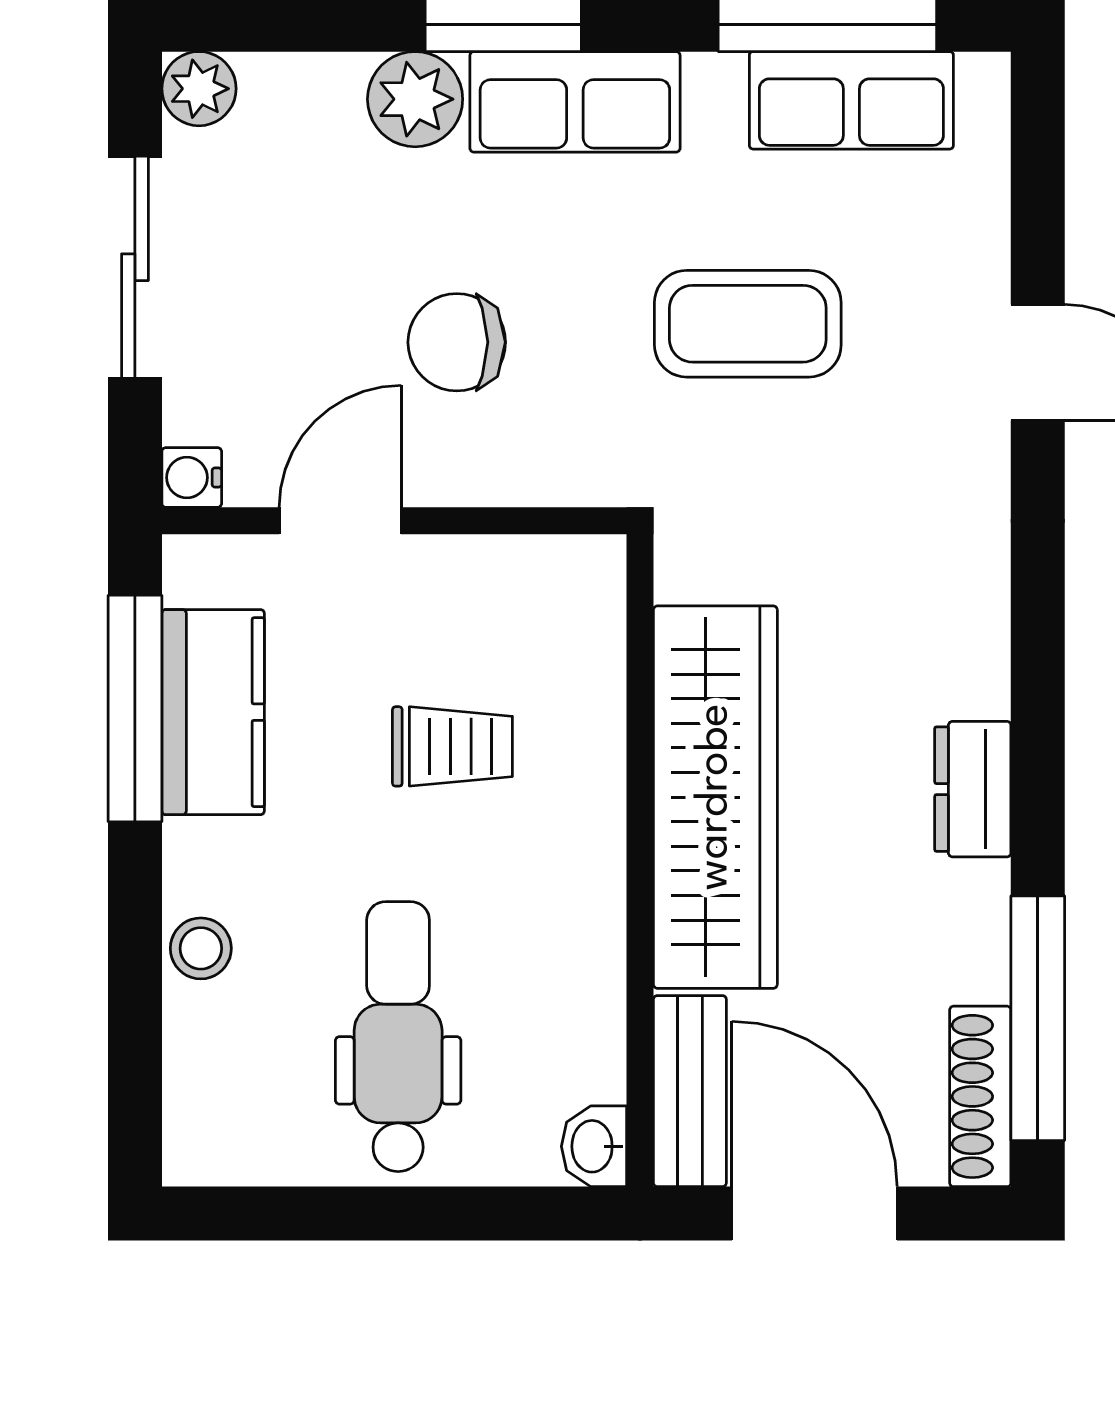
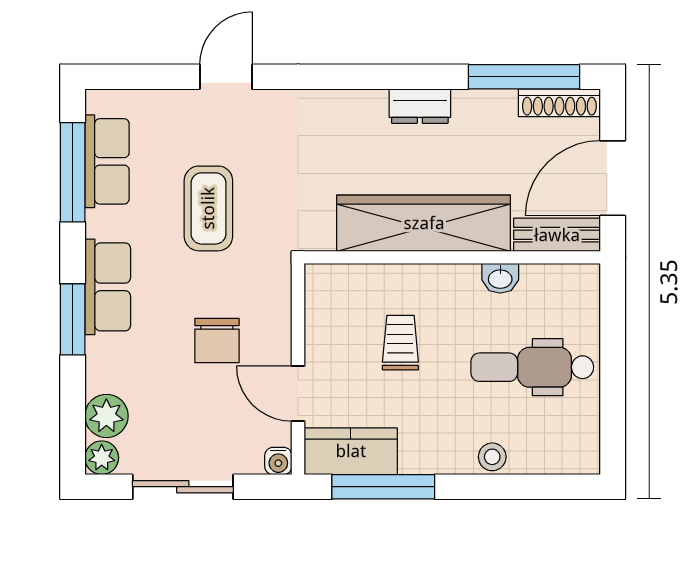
plant: (415, 99) -> (106, 416), moved
kitchen counter: (213, 712) -> (351, 451), moved
washbasin: (594, 1146) -> (500, 278), moved

